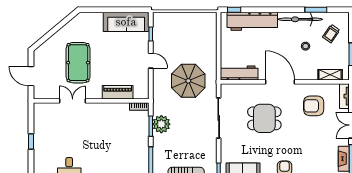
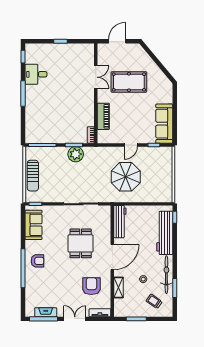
shelving: (330, 75) -> (118, 288), moved
parasol: (188, 81) -> (126, 177), moved

